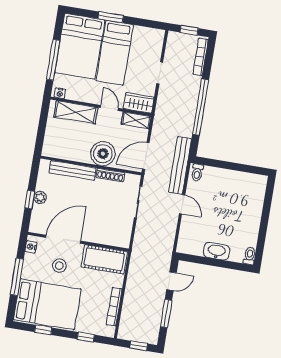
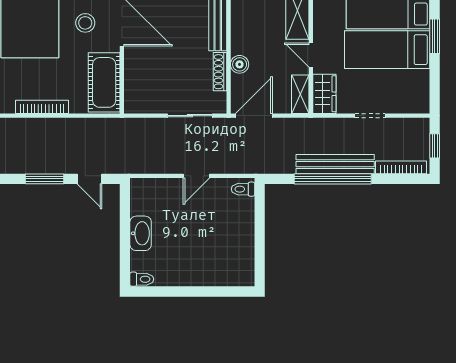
door: (109, 108) -> (311, 55), swing flipped
boiler: (103, 154) -> (240, 64), width x0.54, depth x0.54
door: (146, 156) -> (254, 116), hinge flipped
bench: (180, 165) -> (335, 164), moved

